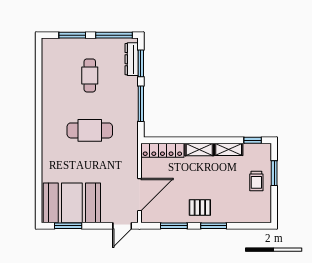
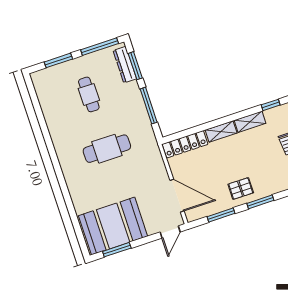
door: (139, 195) -> (177, 196), hinge flipped

